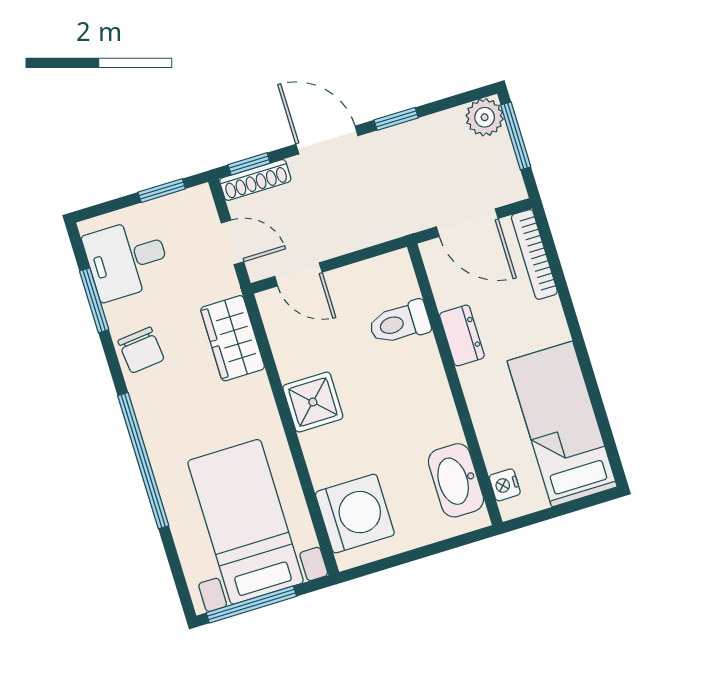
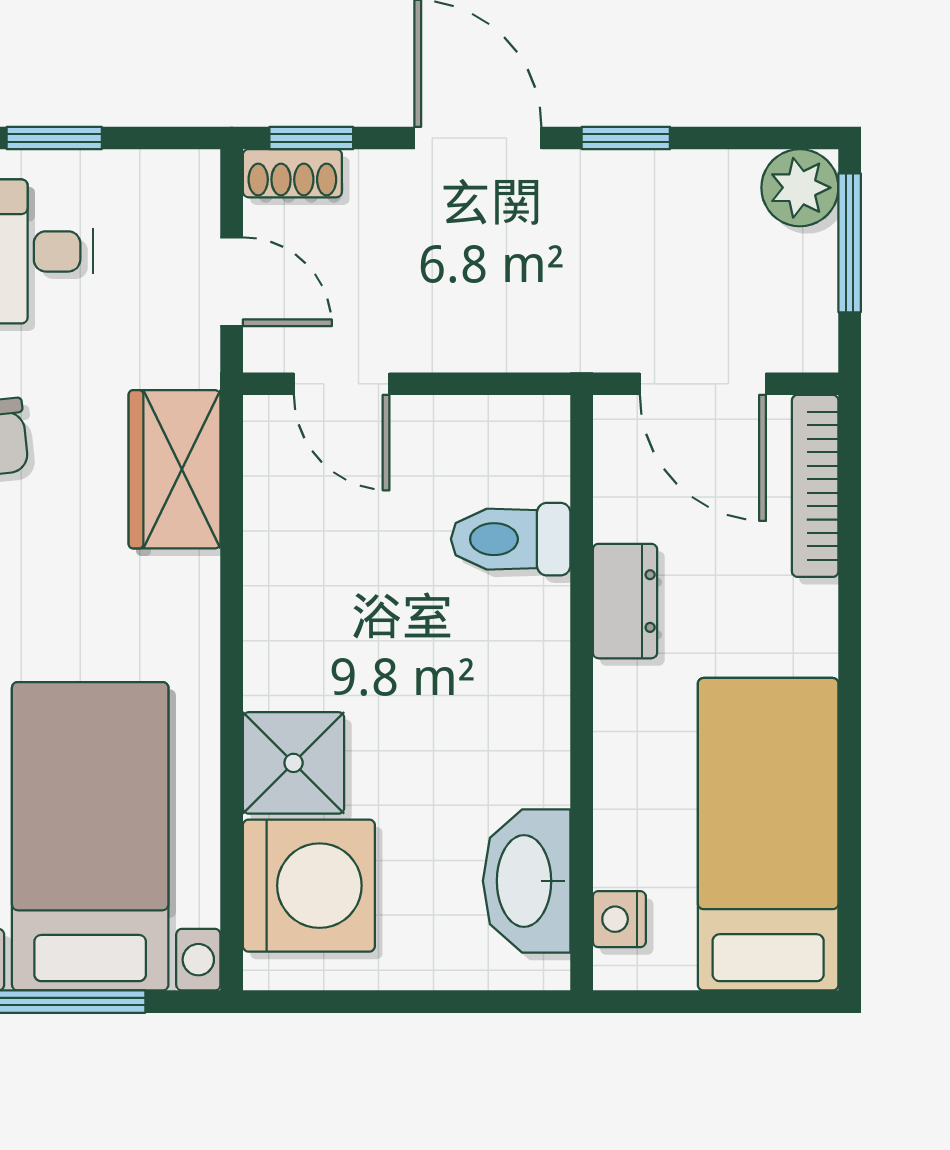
shoe rack: (255, 180) -> (292, 173), width x0.70
window: (162, 191) -> (54, 138), moved
shower: (313, 402) -> (294, 763), moved

